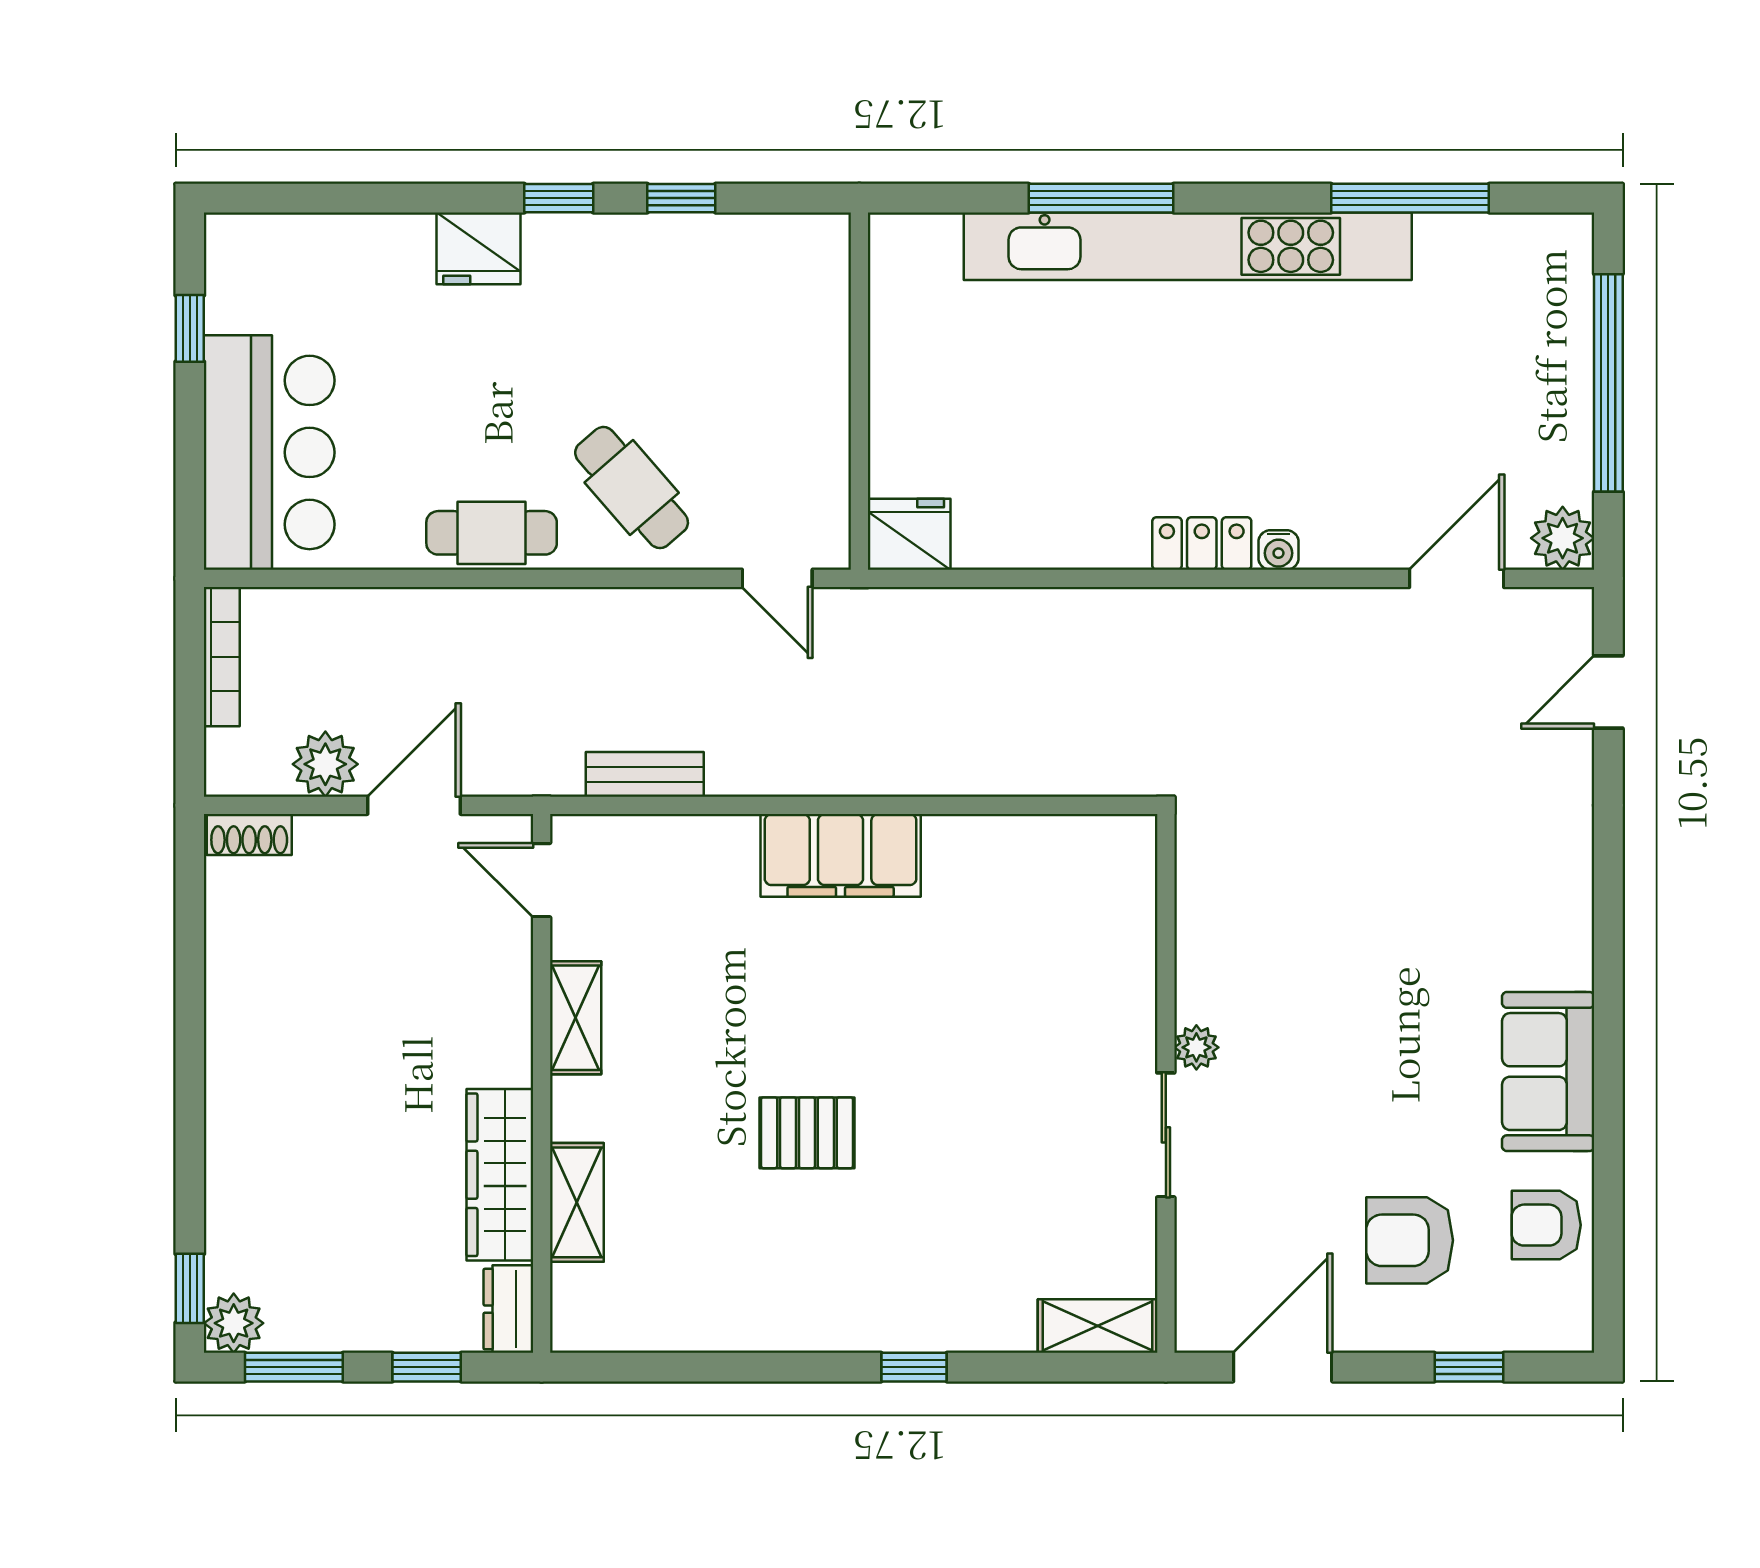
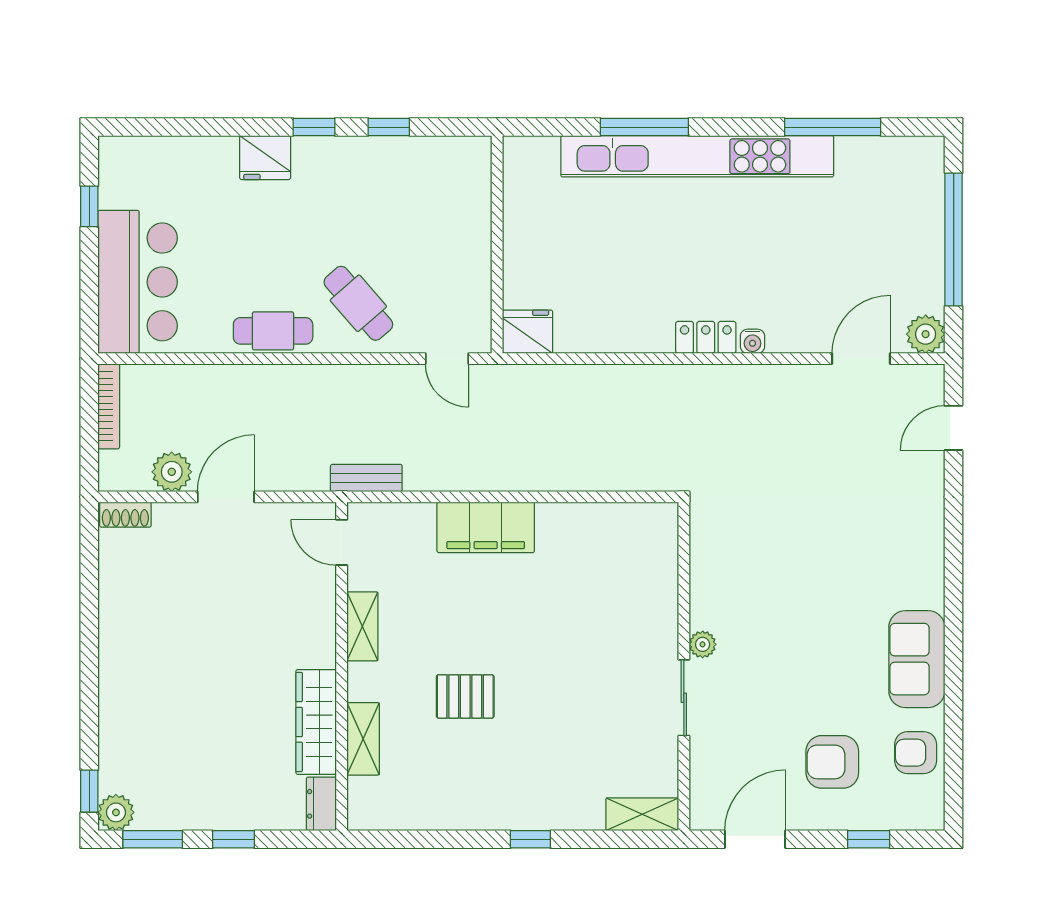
door: (542, 880) -> (342, 542), moved
shelving: (576, 1018) -> (362, 626), moved
wall: (542, 1083) -> (342, 666), moved
wardrobe: (500, 1175) -> (316, 722), moved
shelving: (577, 1202) -> (363, 739), moved
dresser: (508, 1309) -> (321, 804), moved

